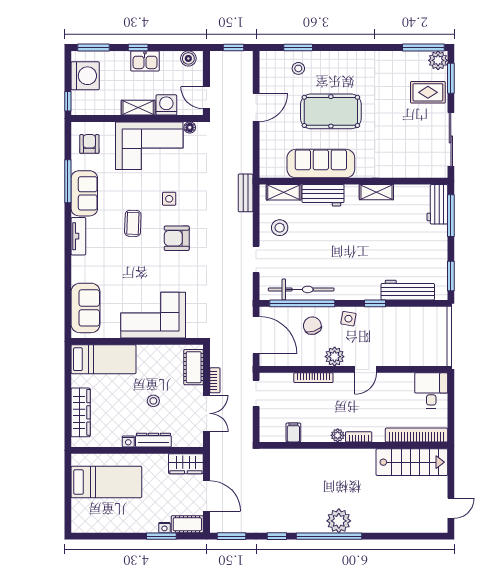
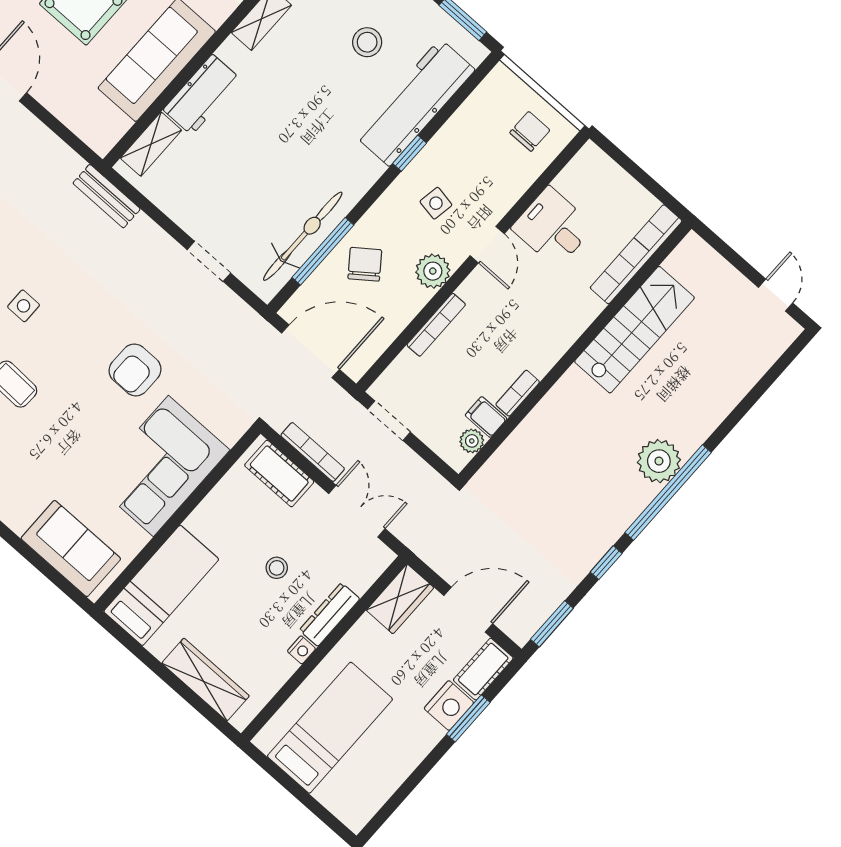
stool: (280, 228) -> (367, 42), moved
armchair: (177, 238) -> (135, 370), moved
workbench: (408, 290) -> (415, 103), width x1.36, depth x1.32
window: (302, 303) -> (323, 251), width x0.68
side table: (348, 319) -> (436, 203), moved
chair: (312, 326) -> (365, 264), turned 70
chair: (429, 345) -> (530, 131), added
bookcase: (215, 380) -> (313, 452), width x1.56
desk: (431, 390) -> (553, 227), moved
plant: (338, 435) -> (472, 441), moved
bookcase: (359, 437) -> (518, 393), moved
stairs: (412, 462) -> (634, 330), moved
nightstand: (164, 528) -> (449, 705), width x1.89, depth x1.79

